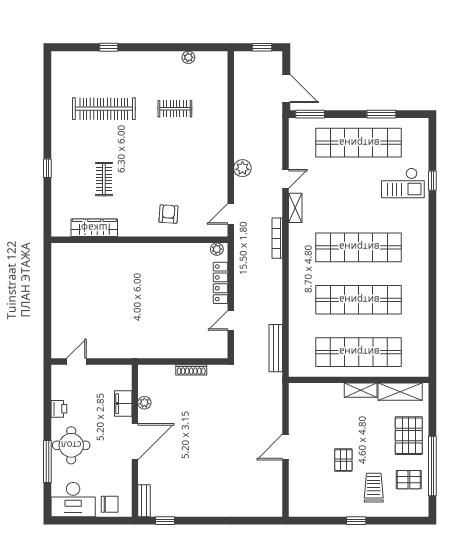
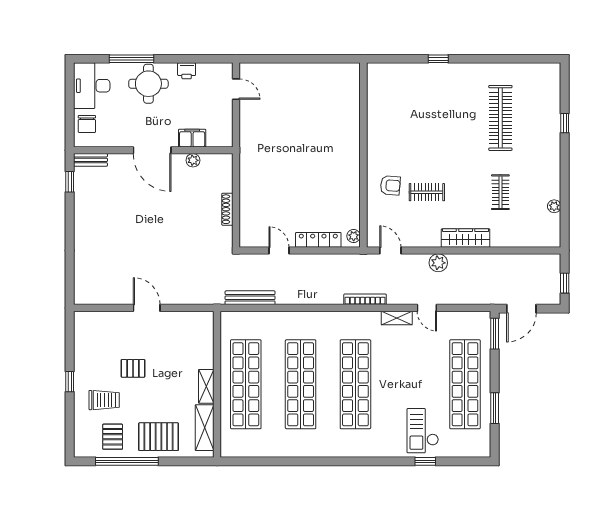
clothes rail: (104, 179) -> (427, 192), moved
wardrobe: (94, 228) -> (466, 238), moved, turned -90

